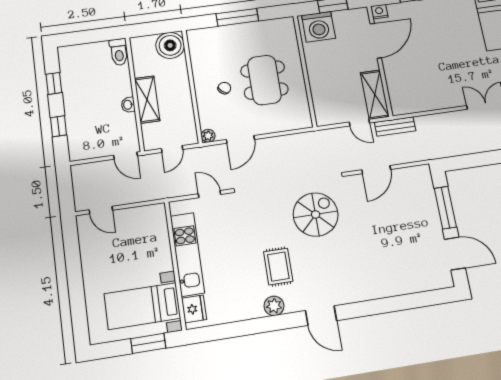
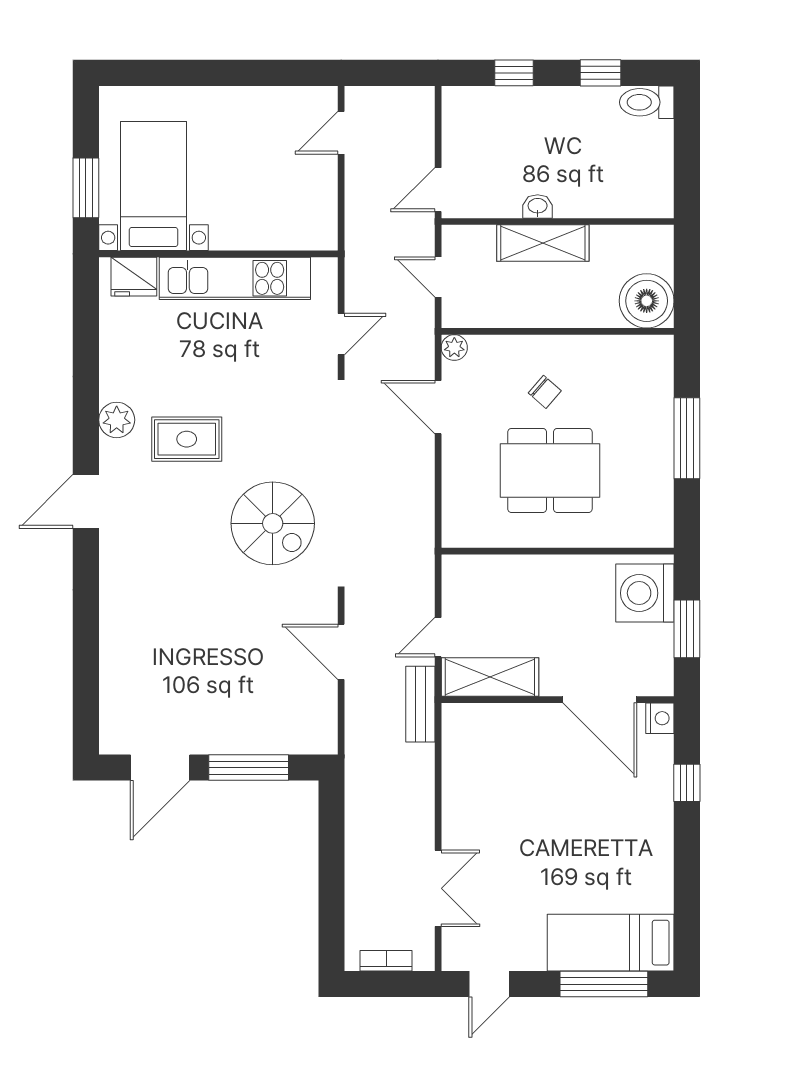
toilet: (119, 52) -> (647, 102), moved

